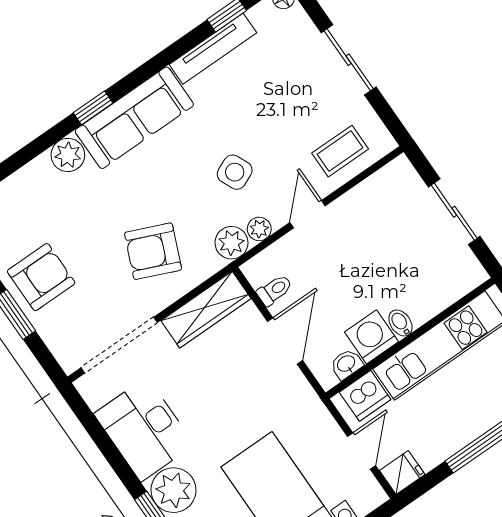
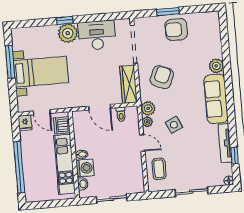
window: (93, 108) -> (229, 85), removed
armchair: (41, 277) -> (176, 30), turned 90
washing machine: (372, 337) -> (85, 168), moved
washbasin: (346, 364) -> (83, 184), moved

